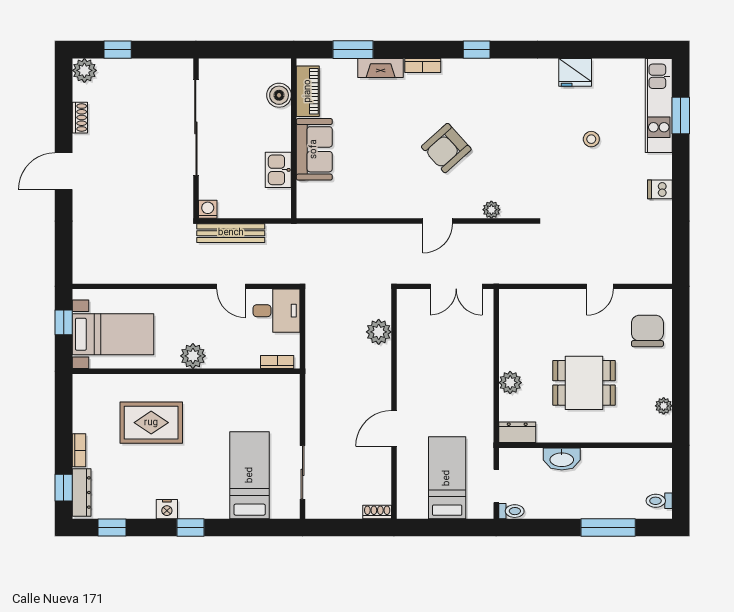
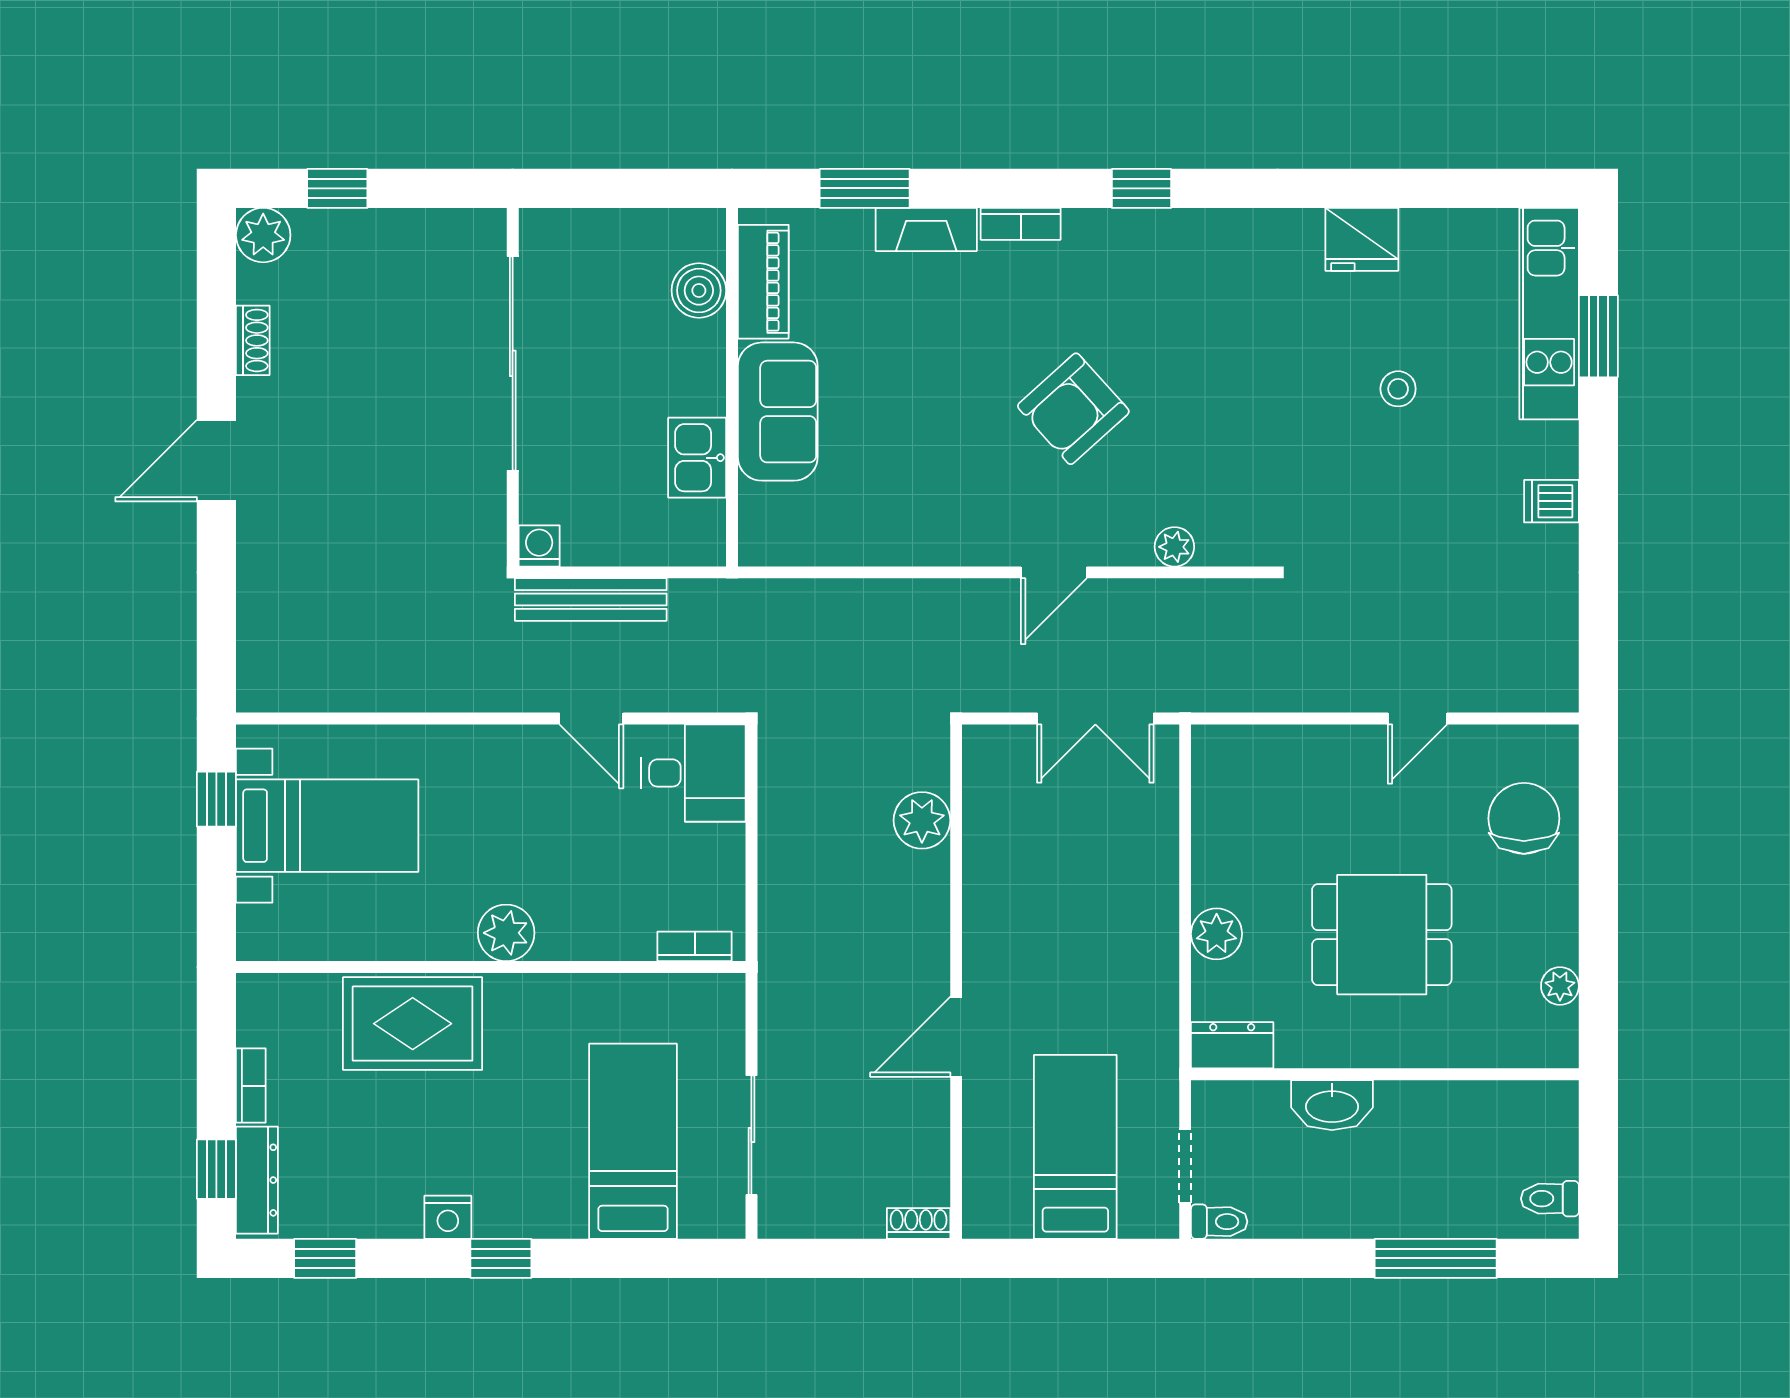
plant: (193, 356) -> (506, 933), moved
bookcase: (277, 362) -> (695, 946), moved
wall: (186, 371) -> (491, 967), moved

